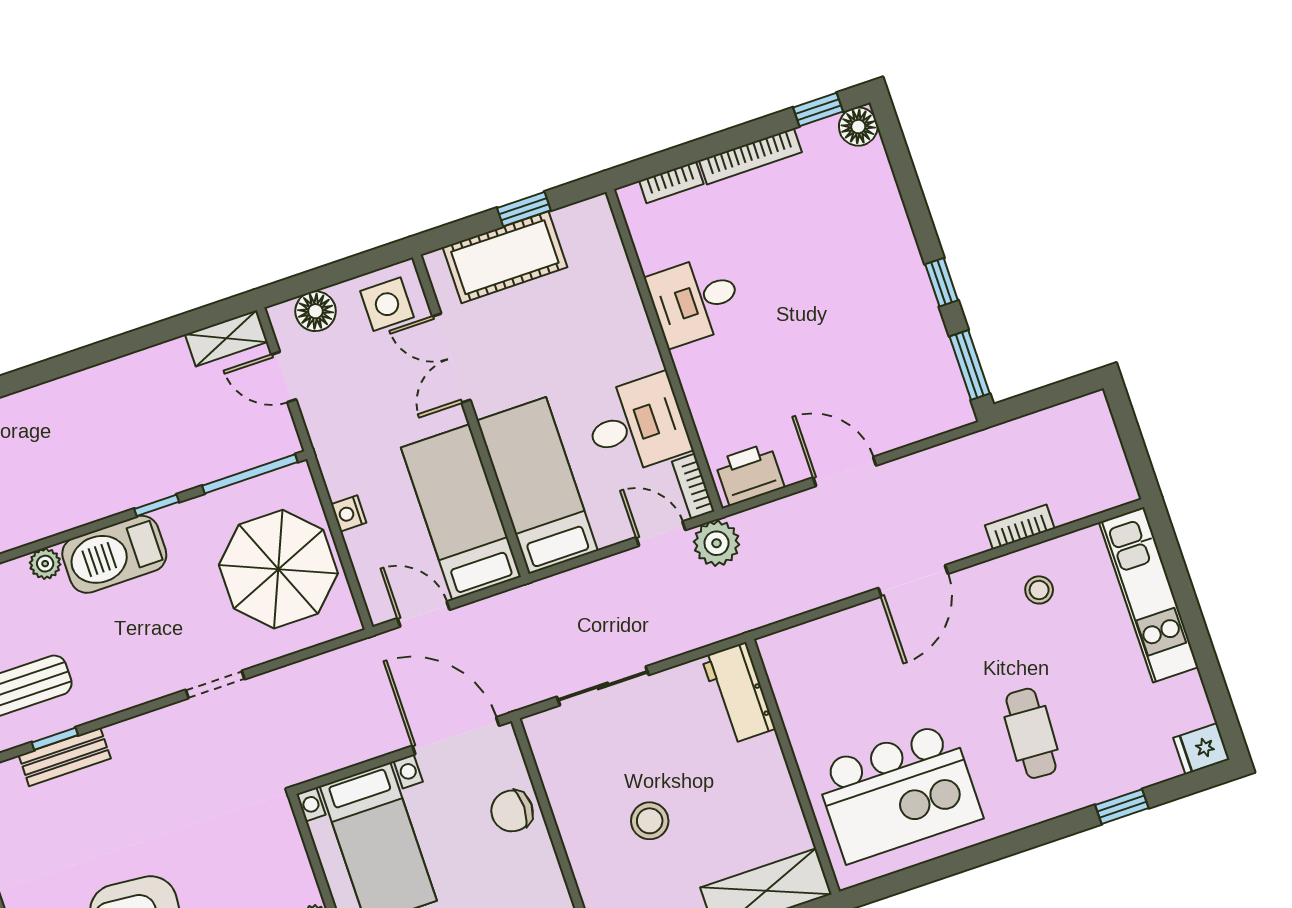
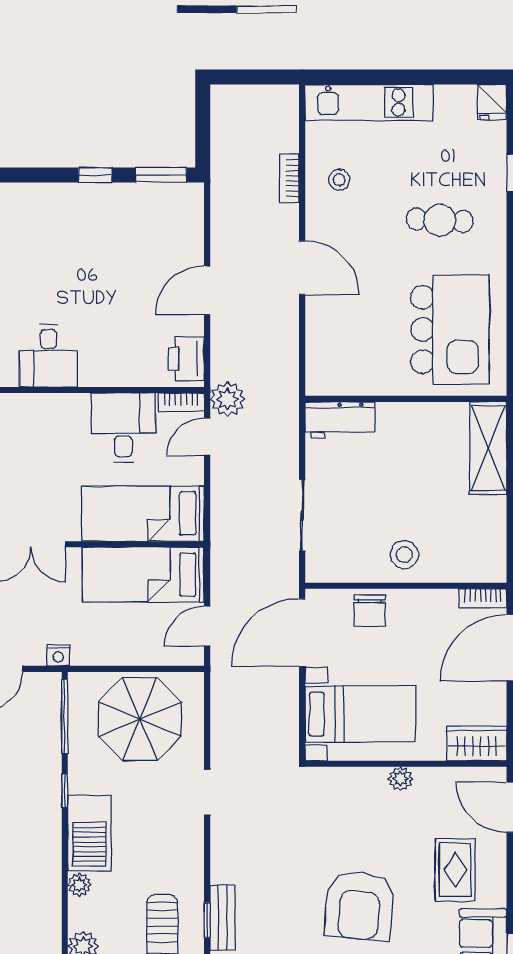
nightstand: (349, 513) -> (58, 655), moved
stool: (650, 821) -> (404, 555), moved

